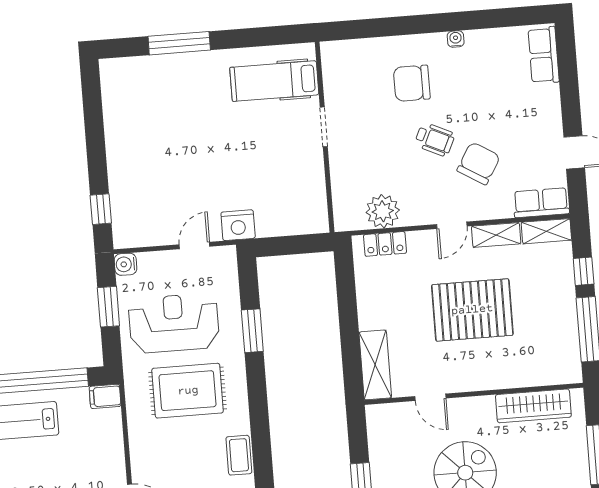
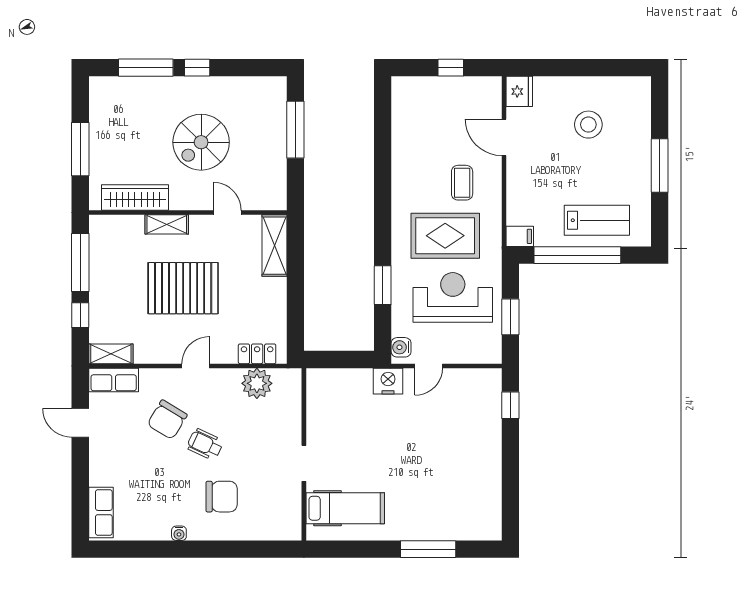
shelving: (496, 235) -> (167, 224), moved
water cooler: (125, 264) -> (401, 347), moved, turned 180
reception desk: (174, 323) -> (453, 297), turned 180
coffee table: (239, 455) -> (462, 183), moved

